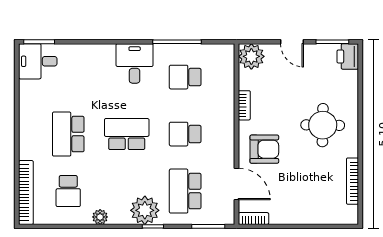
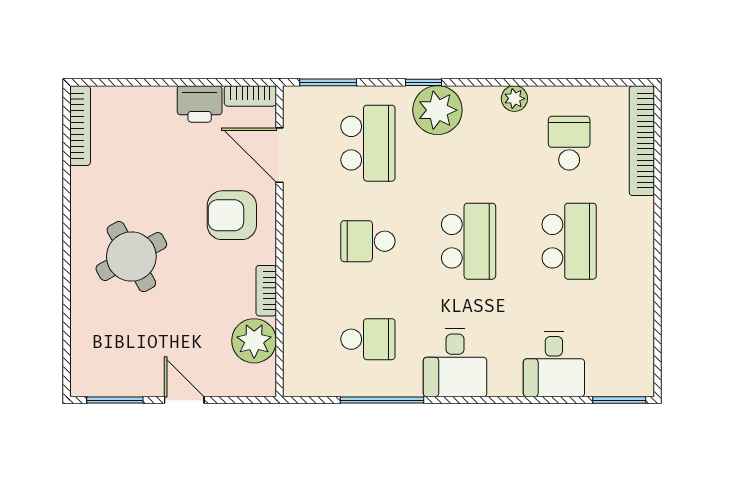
plant: (251, 56) -> (254, 341), moved
printer: (348, 56) -> (200, 104), moved, turned 90
desk: (38, 61) -> (554, 364), moved, turned 90
round table: (323, 125) -> (131, 257), turned -30
school desk: (127, 134) -> (469, 241), turned -90
school desk: (185, 134) -> (368, 241), turned 180
bookcase: (353, 181) -> (80, 126), moved

